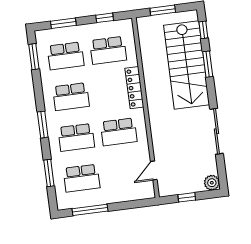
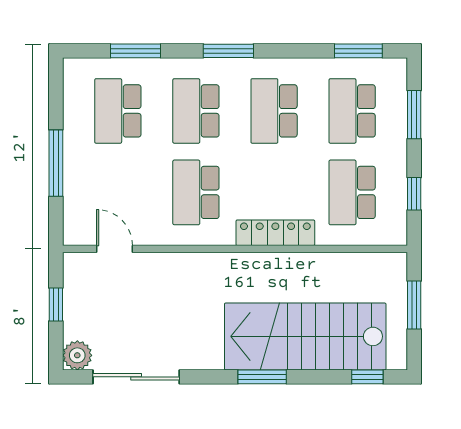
window: (208, 64) -> (262, 377), moved
sliding door: (217, 131) -> (136, 377), moved
window: (90, 210) -> (56, 163), moved

